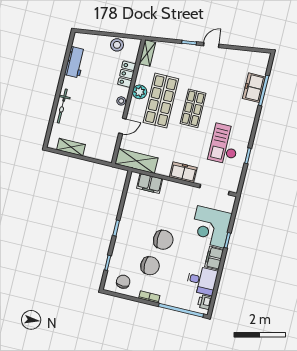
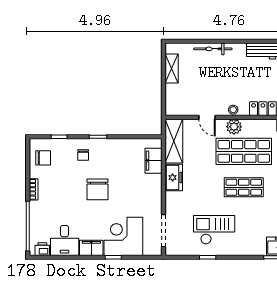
plant: (140, 92) -> (234, 127), moved
freezer: (183, 172) -> (174, 177), moved
chair: (150, 266) -> (83, 155), moved, width x0.54, depth x0.54

